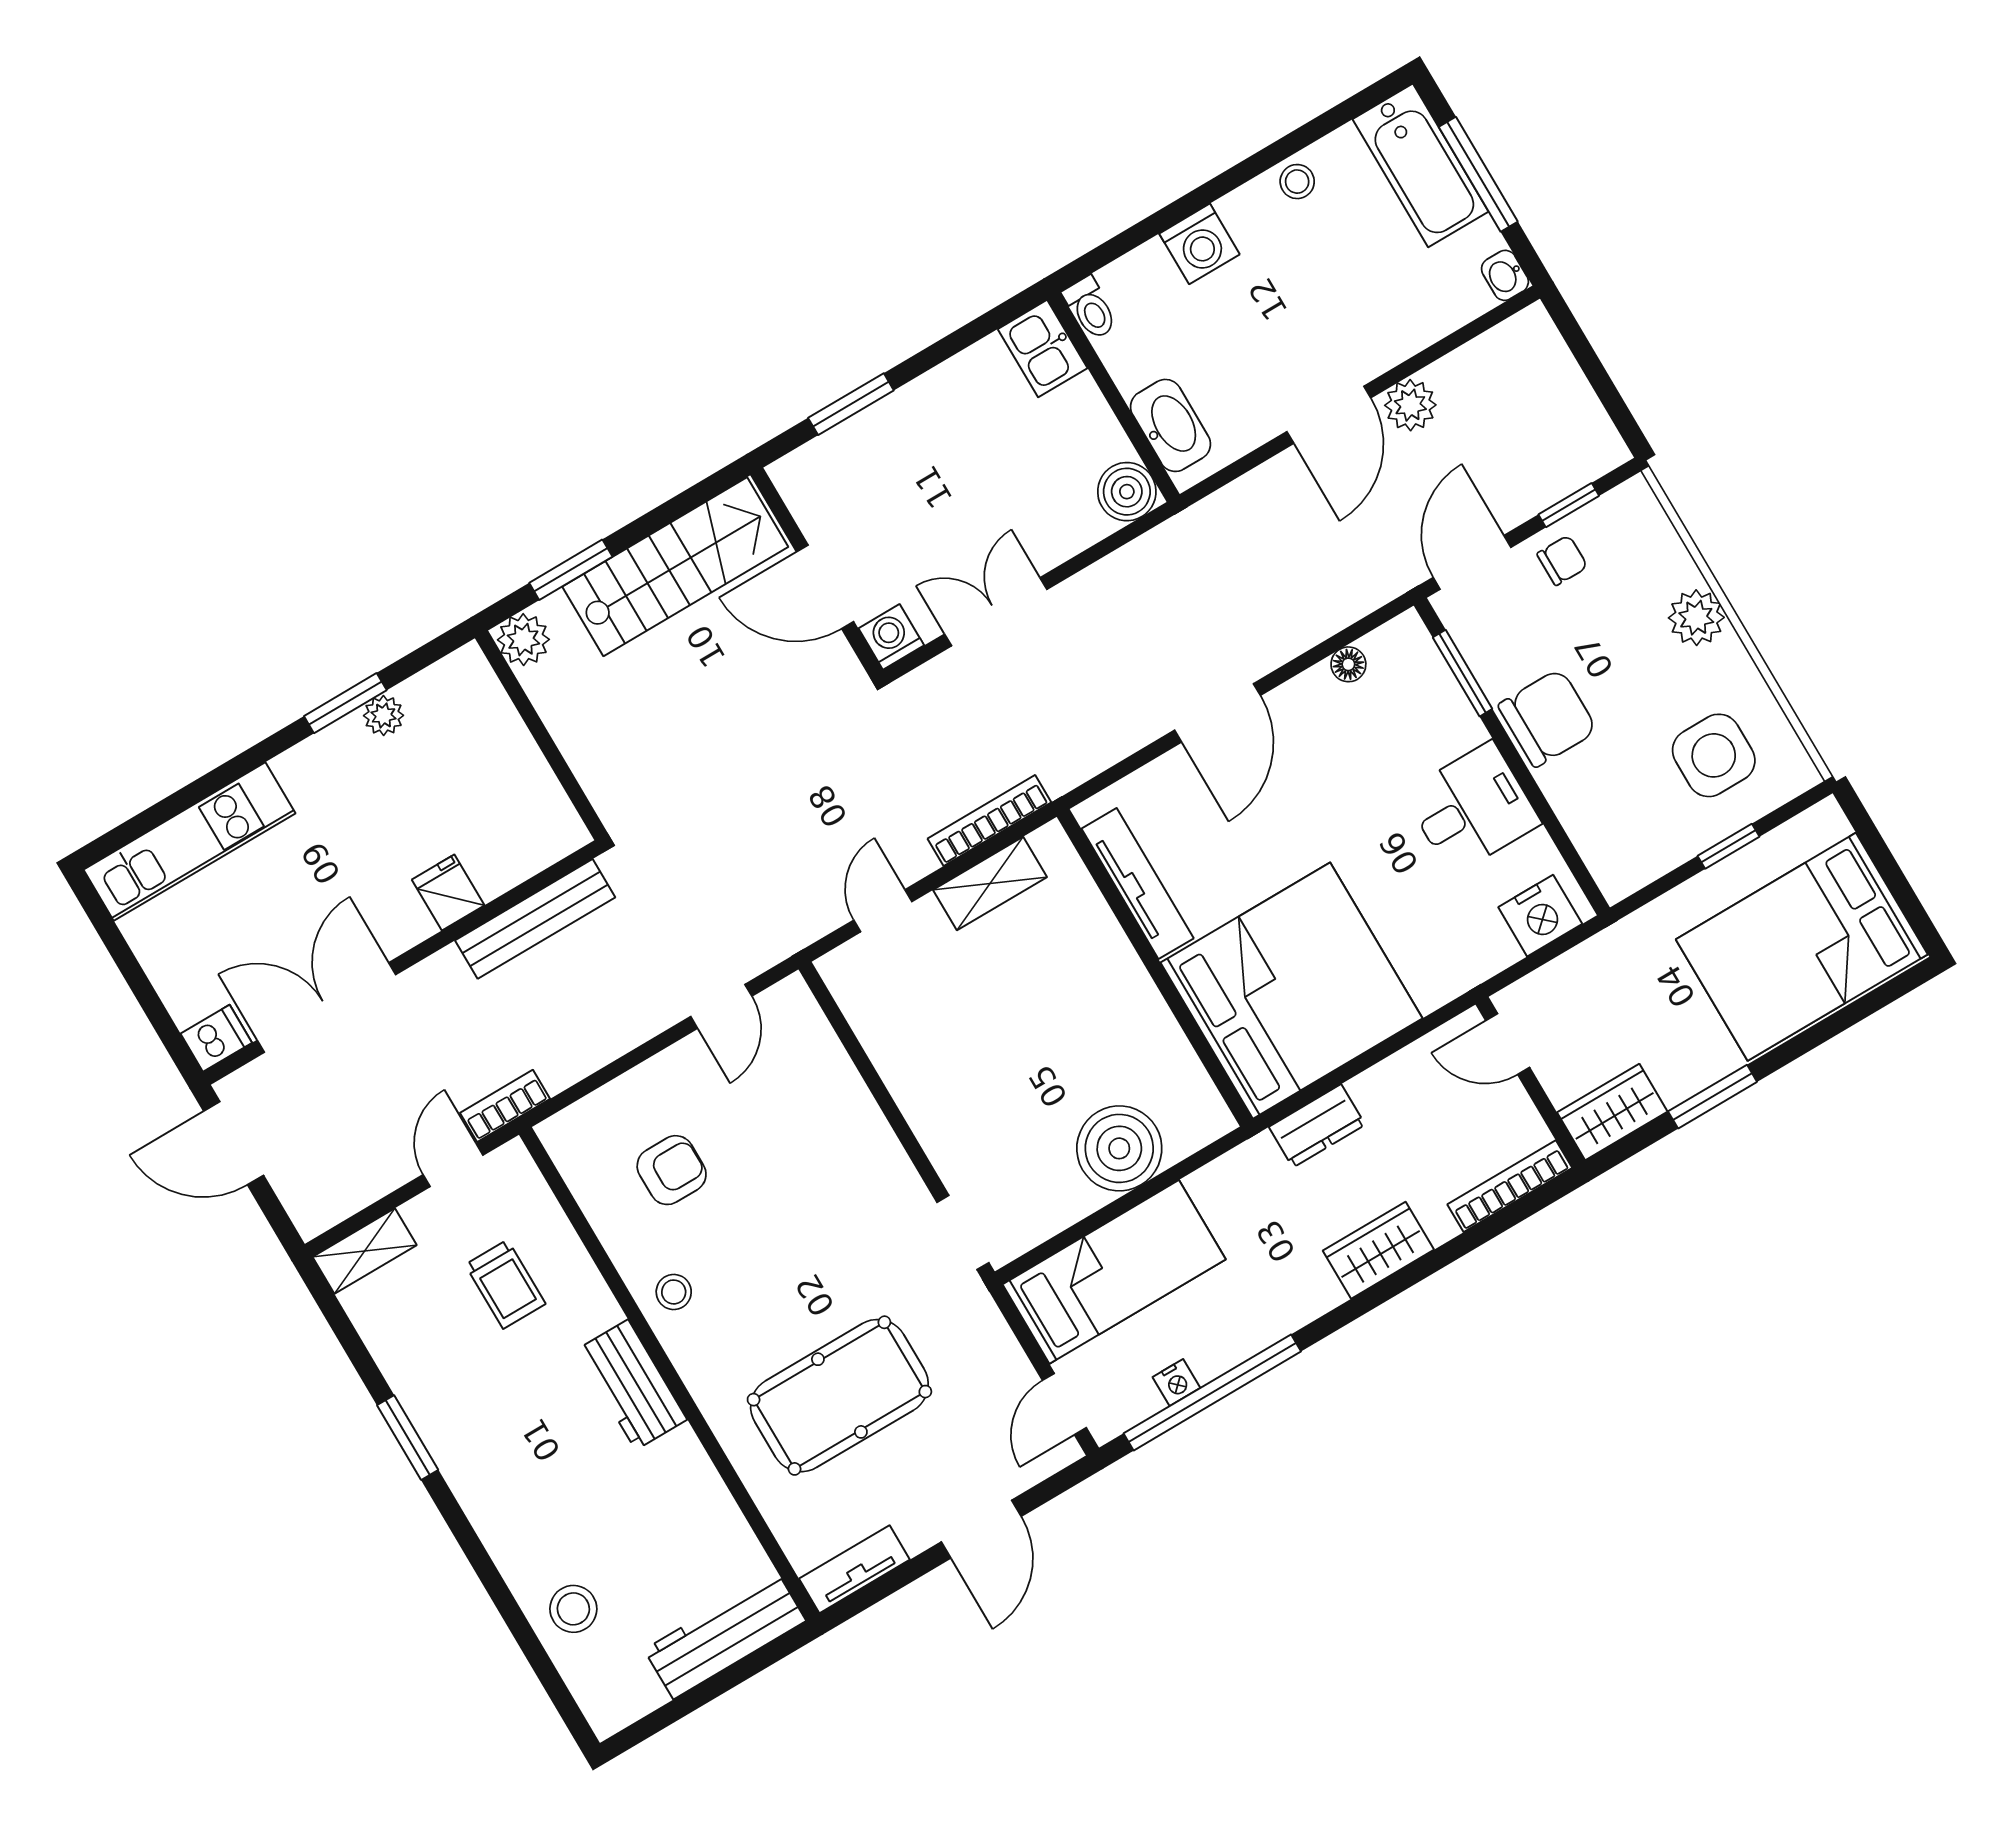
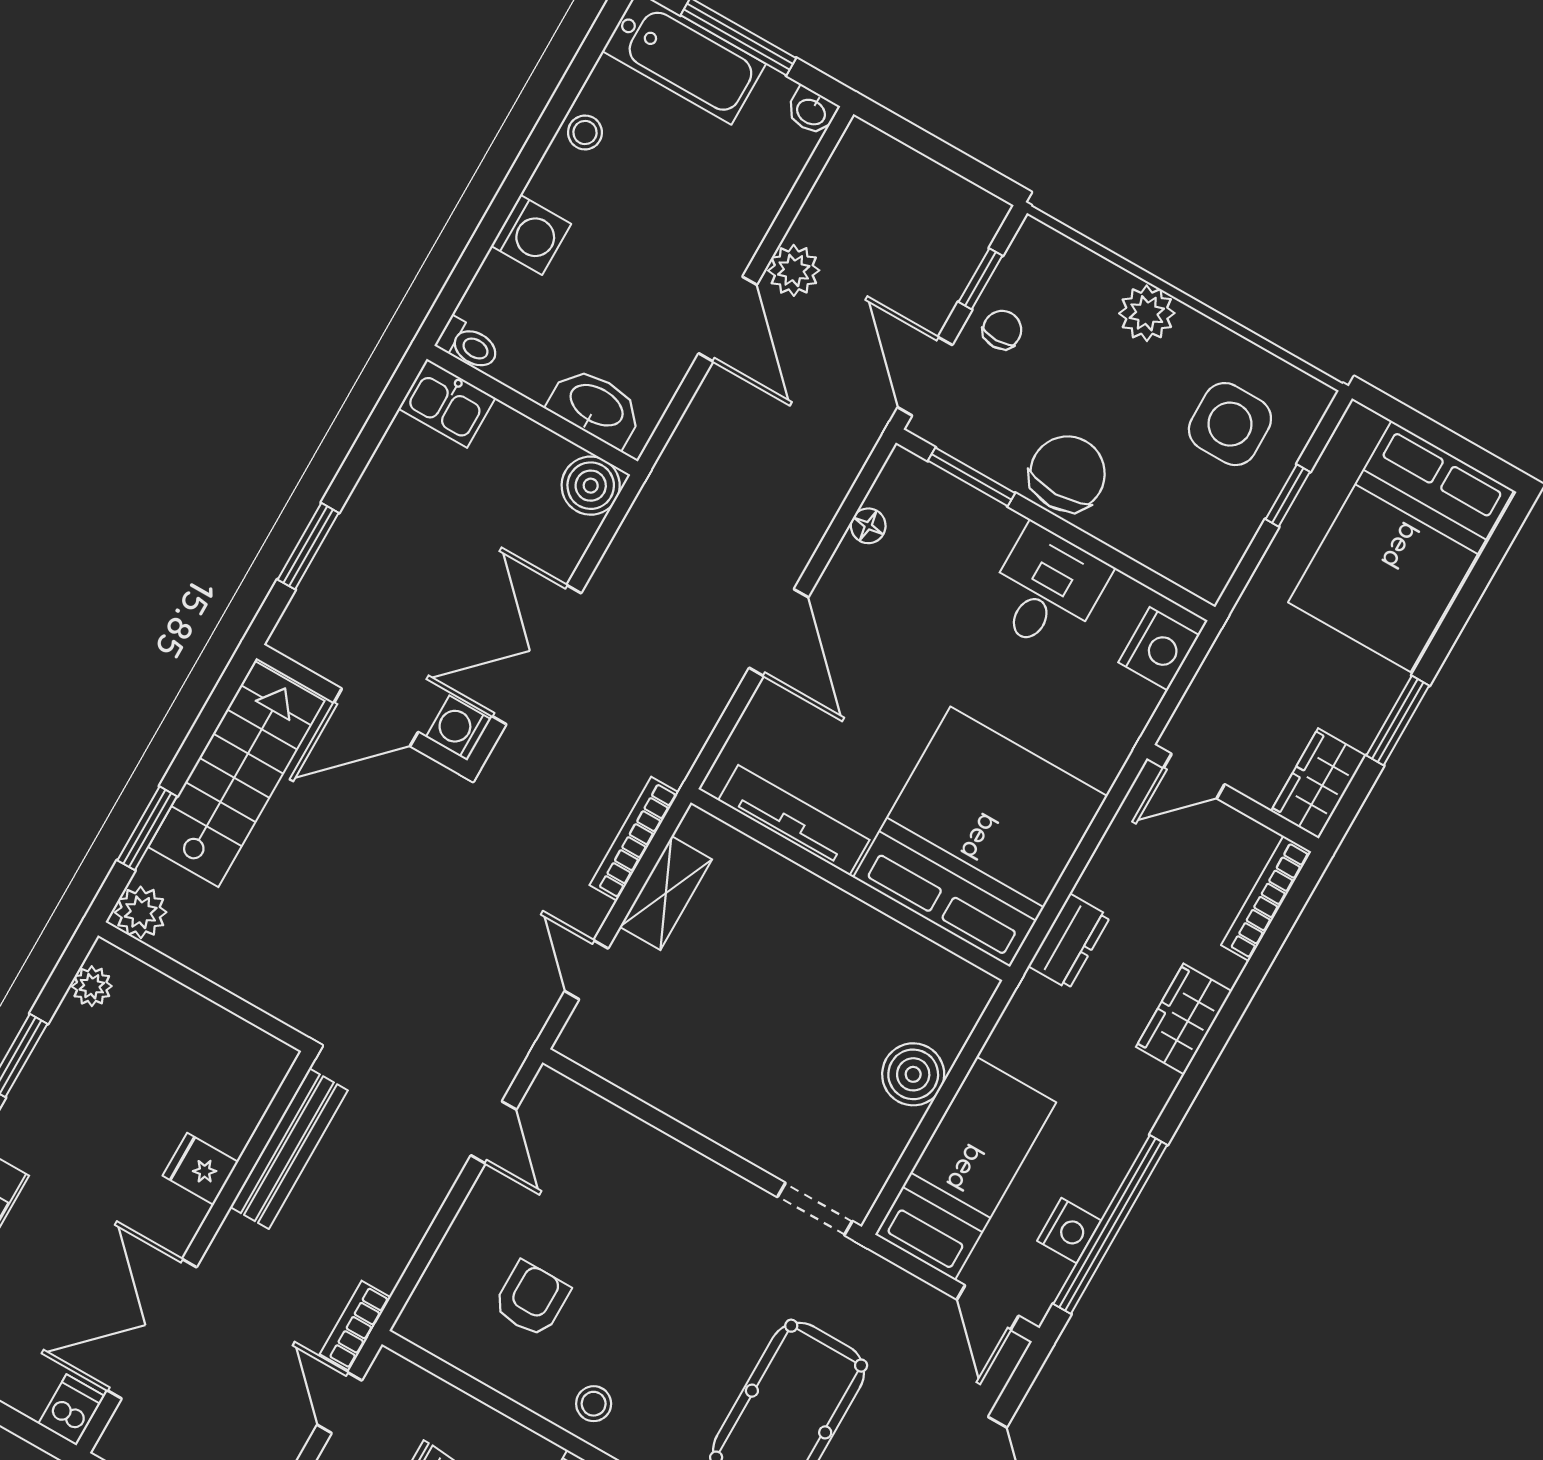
double door: (996, 612) -> (536, 655), width x1.37
plant: (384, 715) -> (92, 986), moved
boiler: (1119, 1148) -> (913, 1074), width x0.73, depth x0.73
nightstand: (1176, 1382) -> (1069, 1231), width x1.39, depth x1.35

